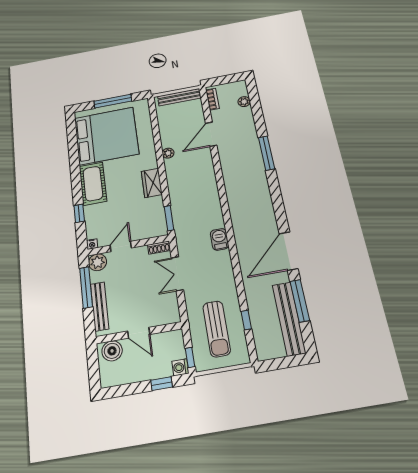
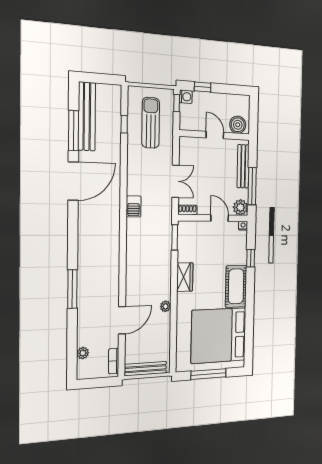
door: (121, 247) -> (220, 218), swing flipped

